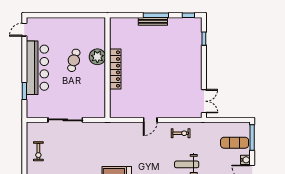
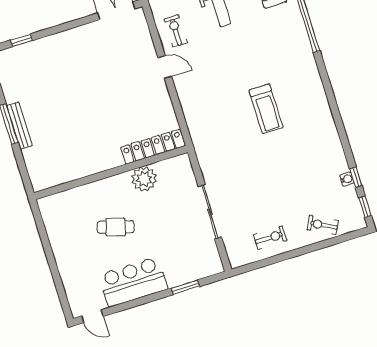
plant: (97, 57) -> (144, 179), moved
bar counter: (37, 68) -> (133, 282), width x0.73
locker: (115, 69) -> (153, 147), moved
door: (150, 120) -> (165, 67), moved

